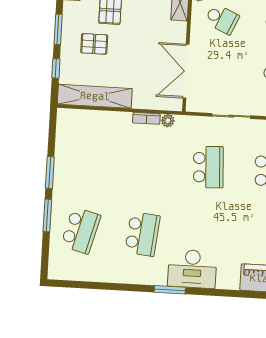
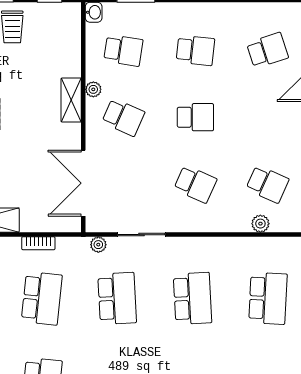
plant: (168, 121) -> (98, 245), moved
school desk: (147, 164) -> (42, 298), added

